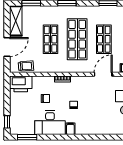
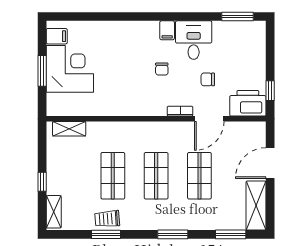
shop shelf: (77, 39) -> (156, 176), width x0.70, depth x0.74
trolley: (26, 66) -> (107, 219), moved
door: (103, 74) -> (209, 119), moved
window: (7, 122) -> (270, 91), moved
desk: (50, 123) -> (194, 40), width x0.73

